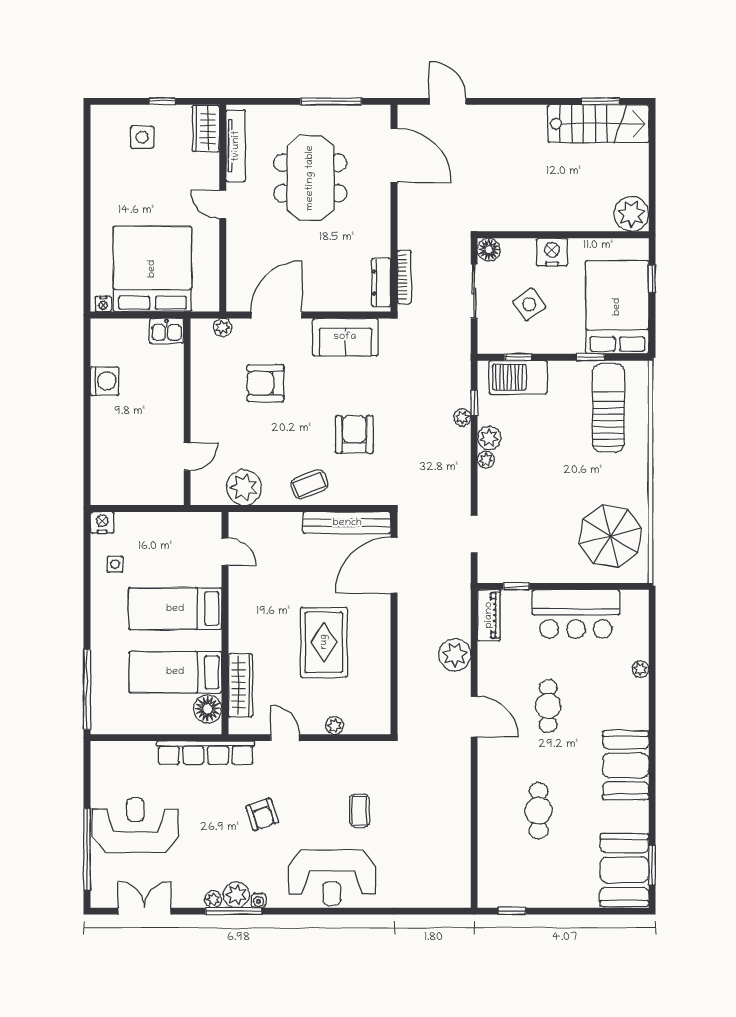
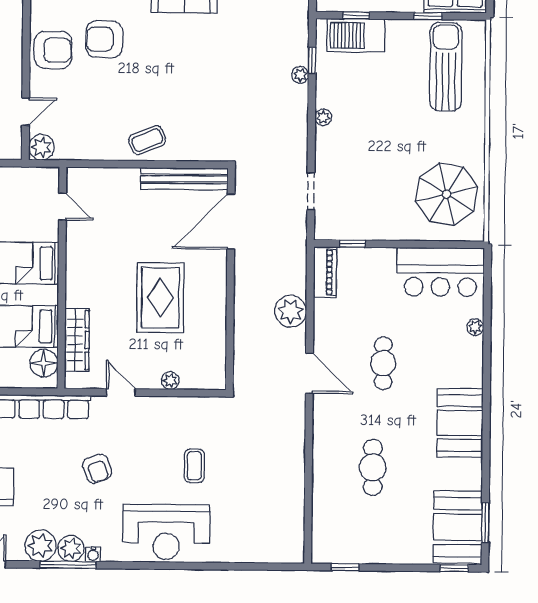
armchair: (354, 434) -> (53, 50), moved, turned 90
plant: (489, 438) -> (327, 96), removed
plant: (244, 488) -> (41, 147), moved, width x0.73, depth x0.73
bar counter: (576, 614) -> (441, 272), moved
plant: (213, 899) -> (41, 546), width x1.88, depth x1.88
window: (621, 911) -> (454, 568), added

